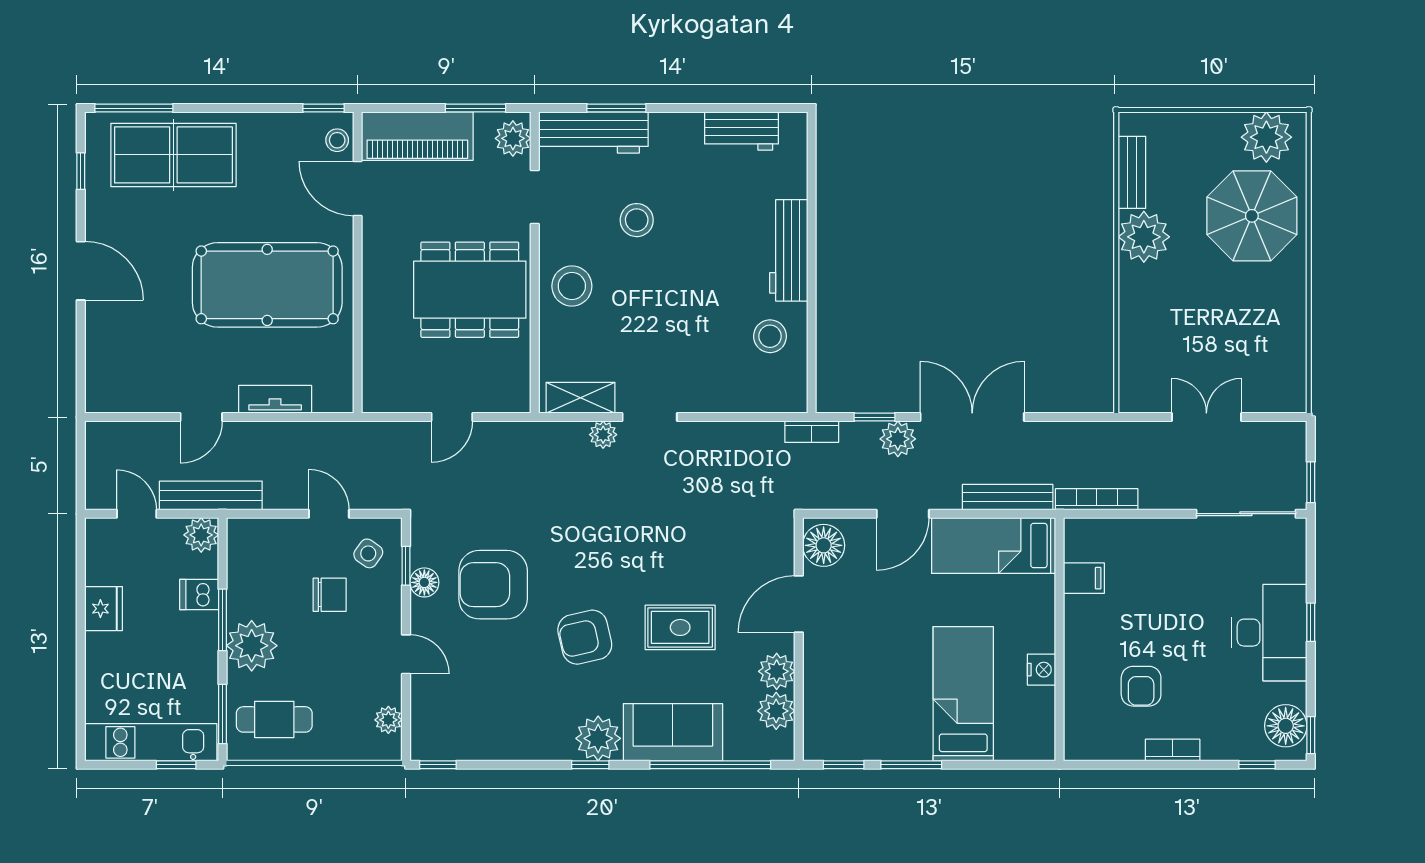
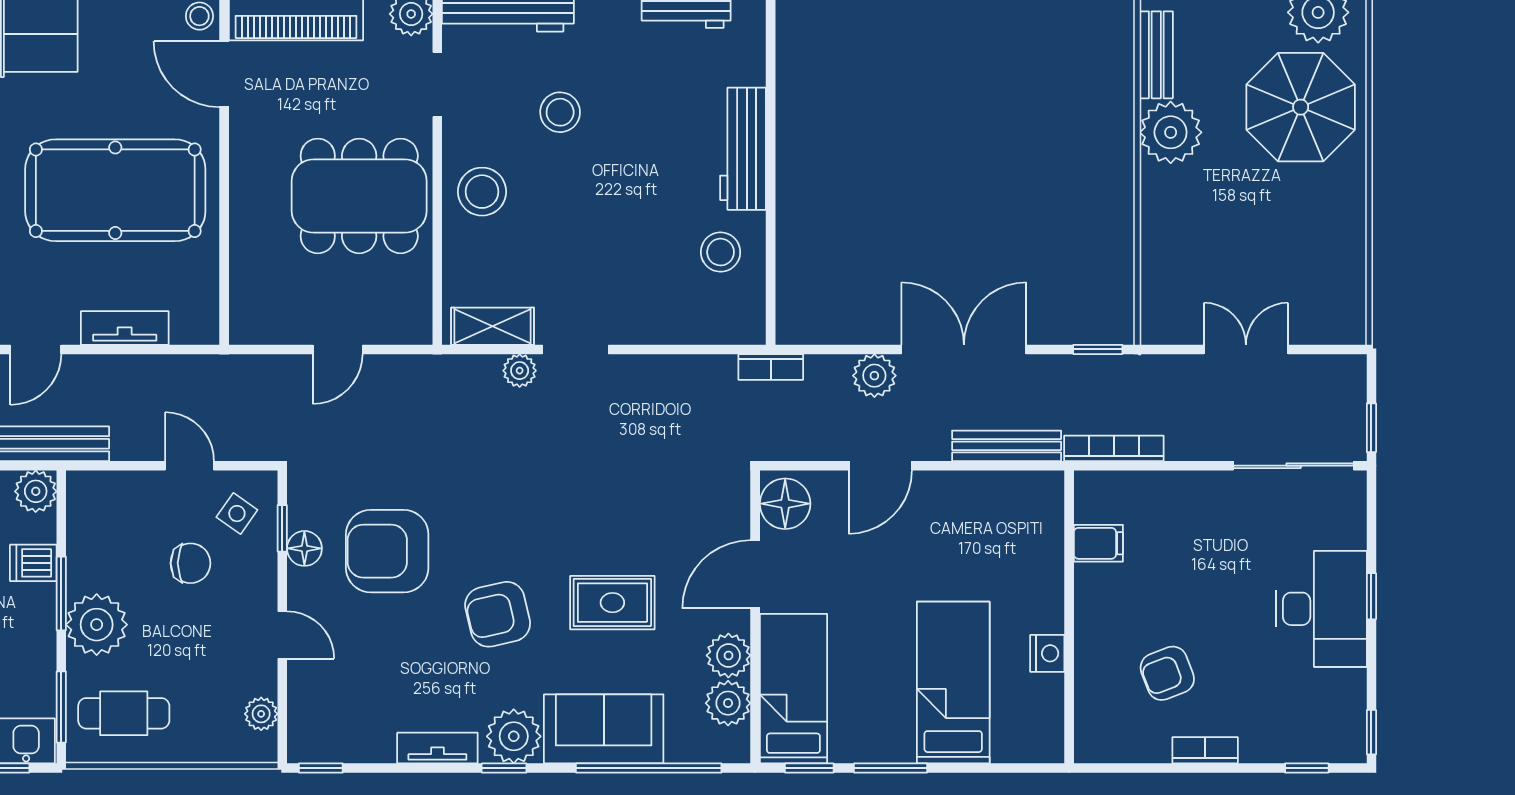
window: (875, 417) -> (1098, 349), moved
bed: (994, 545) -> (793, 689), moved, turned 90
armchair: (1141, 686) -> (1167, 673), turned 69
floor lamp: (1286, 726) -> (1341, 721), removed
tv unit: (535, 748) -> (437, 748), added

